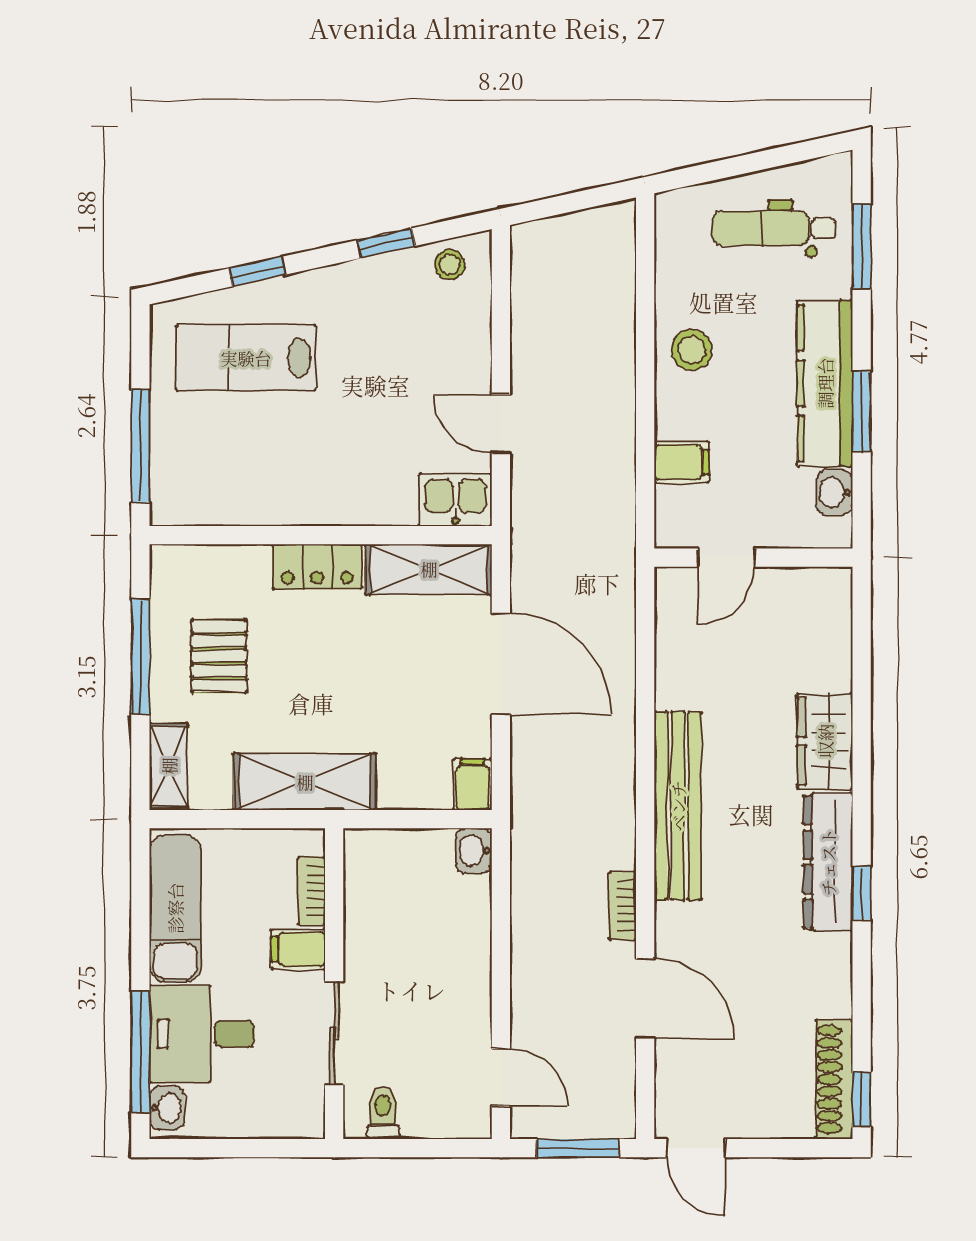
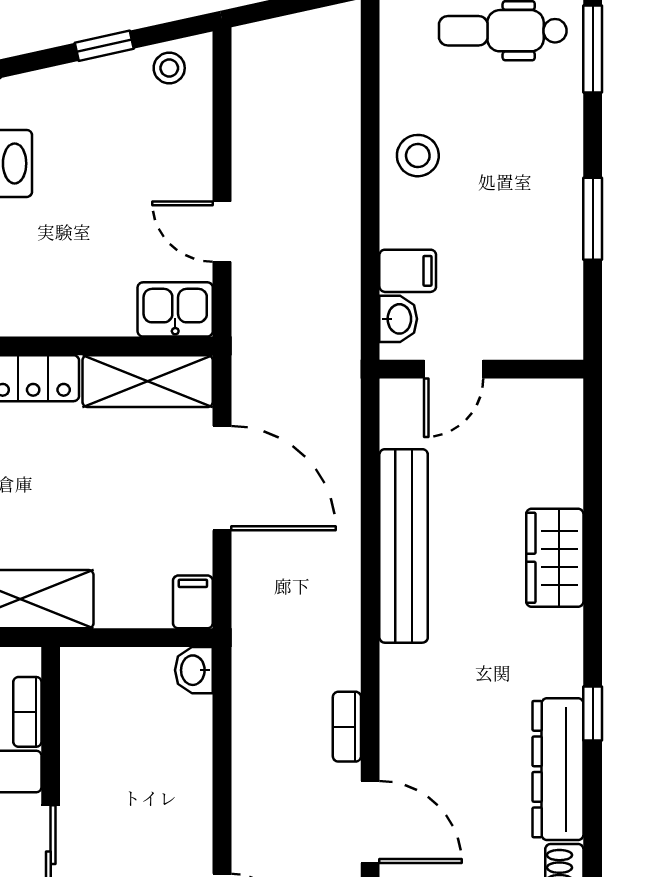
kitchen counter: (825, 383) -> (555, 190), removed
washbasin: (834, 492) -> (398, 319), moved, turned 180
bench: (678, 806) -> (404, 546), moved
dresser: (828, 862) -> (558, 769), moved

